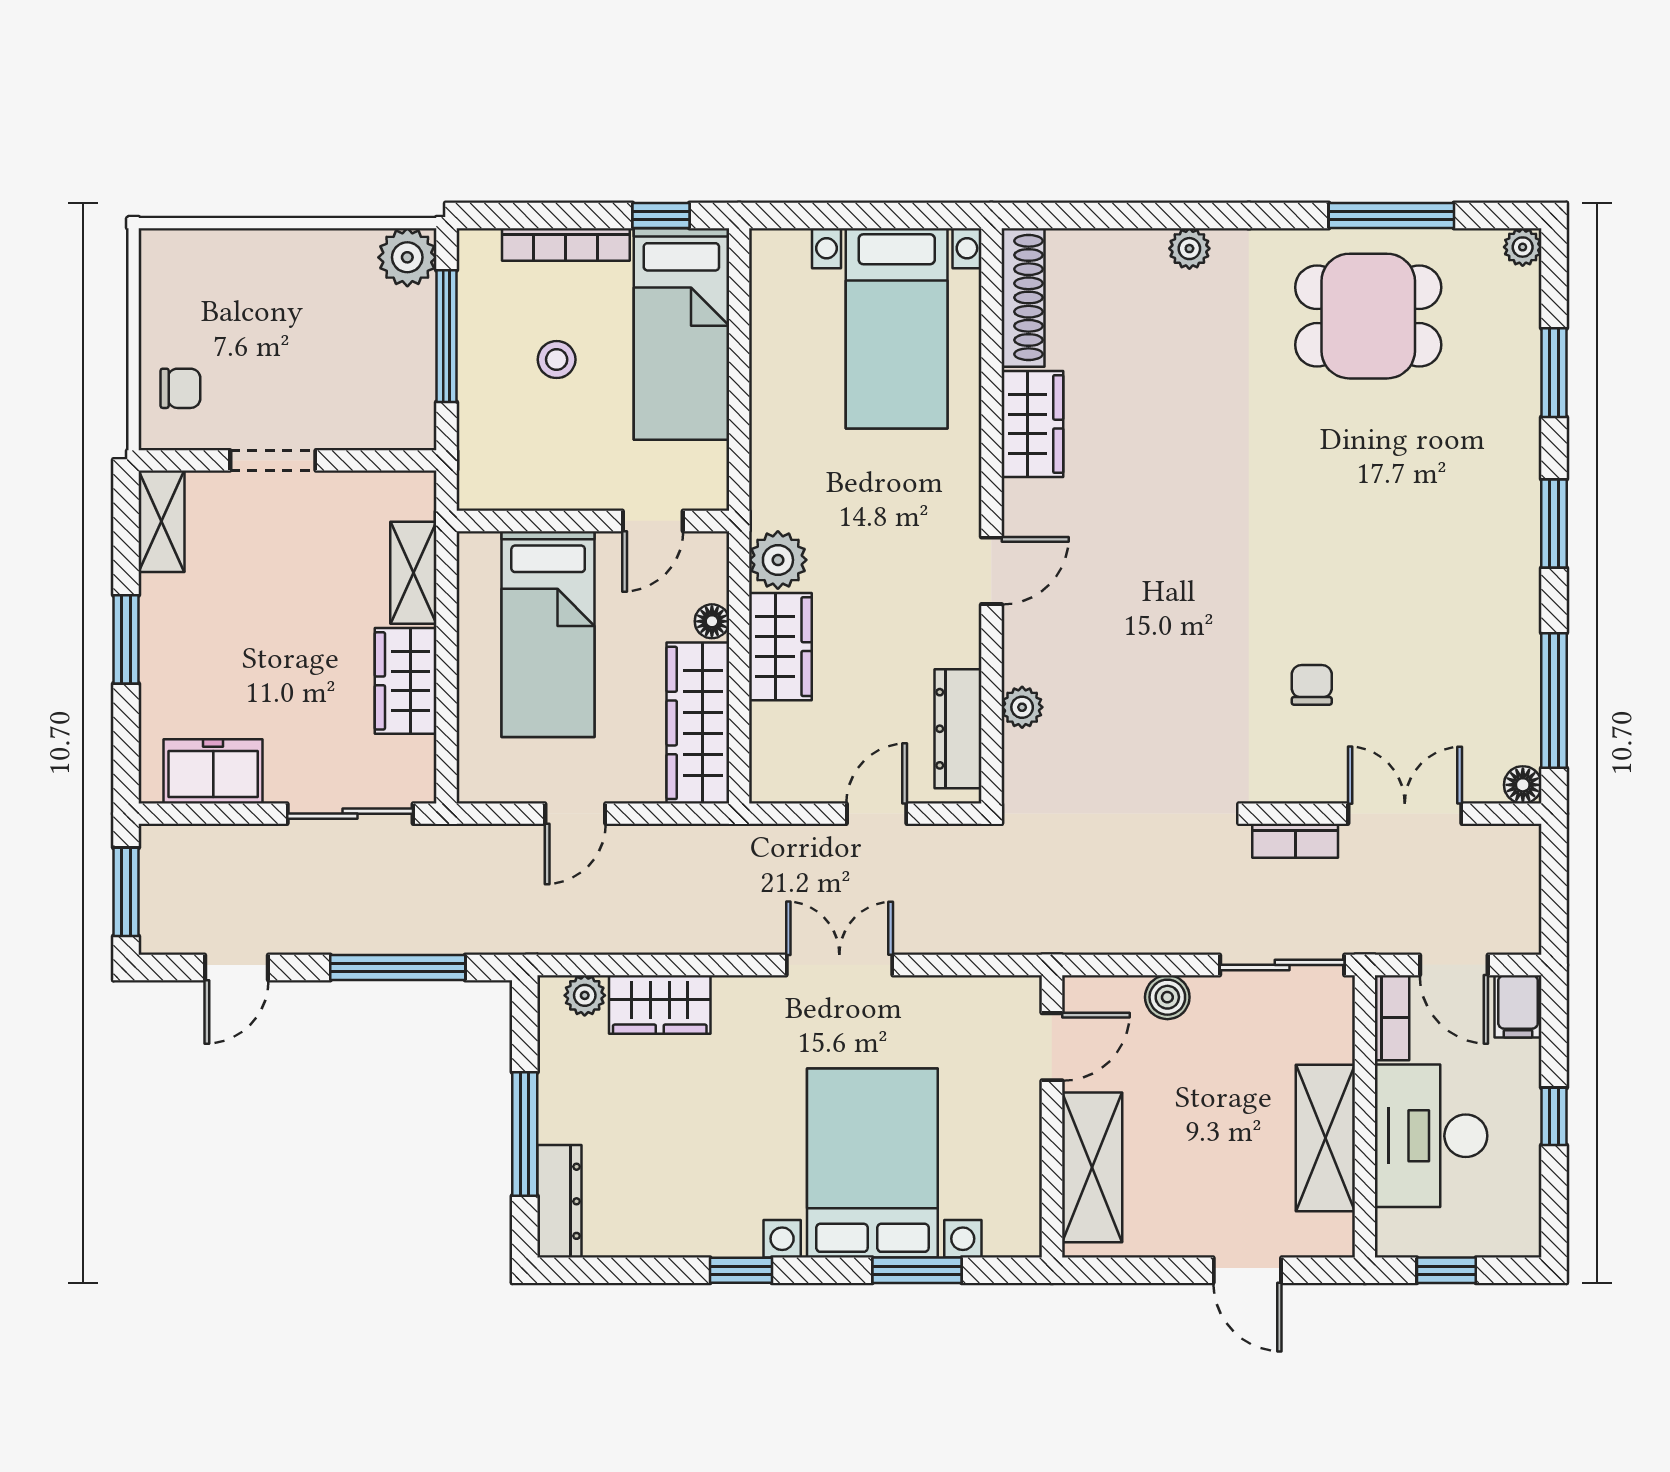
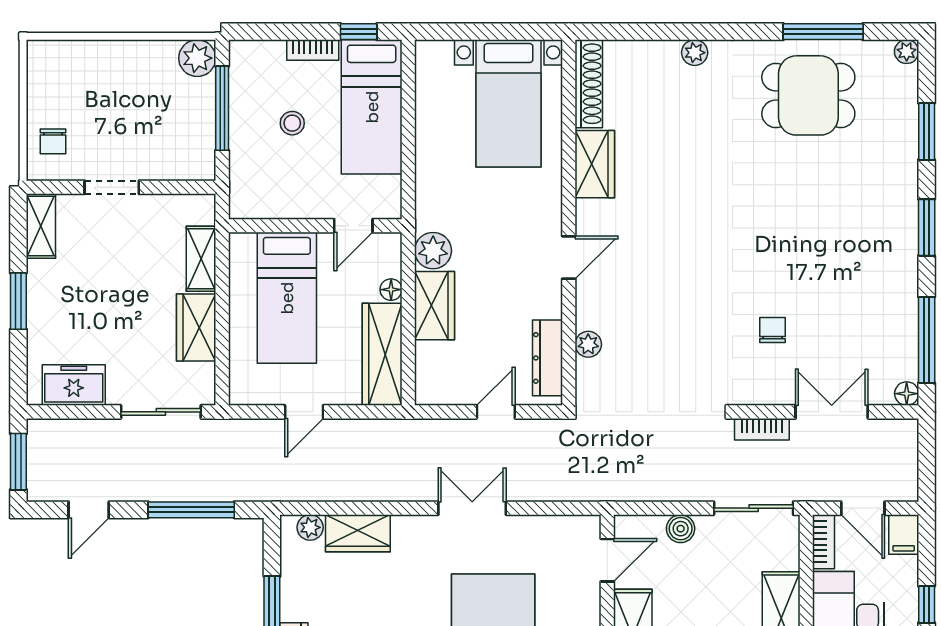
bookcase: (566, 245) -> (313, 50), width x0.64
chair: (180, 388) -> (53, 141), turned 90

